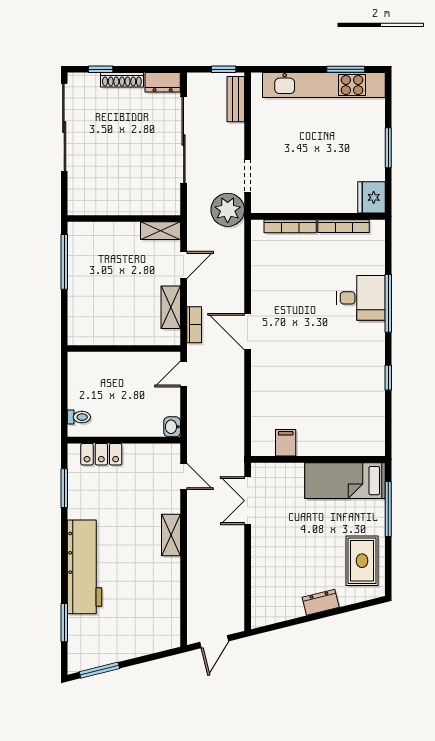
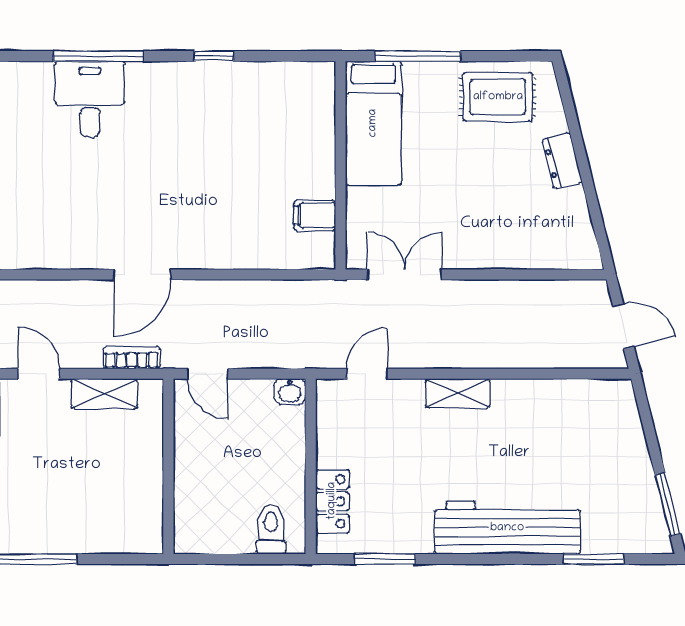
toilet: (79, 417) -> (271, 529), width x1.37, depth x1.39
double door: (248, 501) -> (405, 274), swing flipped

